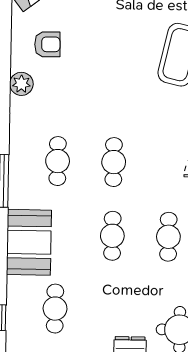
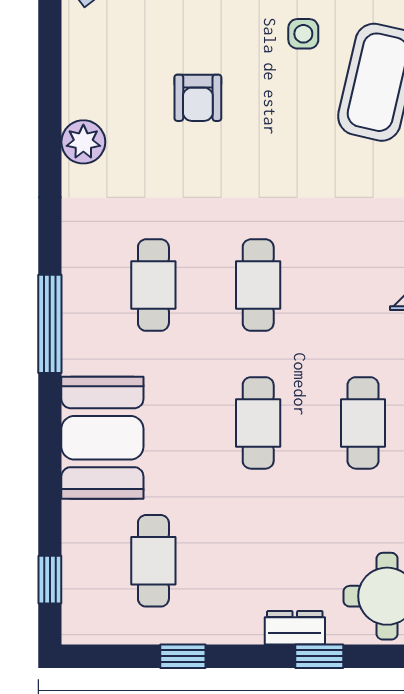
side table: (140, 28) -> (303, 34), added
armchair: (47, 44) -> (198, 98), moved, turned 91

